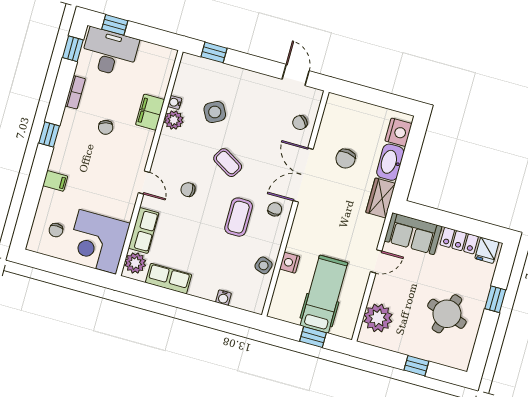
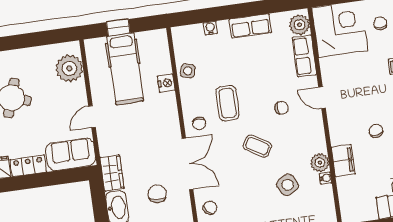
row of seats: (169, 279) -> (250, 26), moved
window: (416, 366) -> (18, 42), removed

